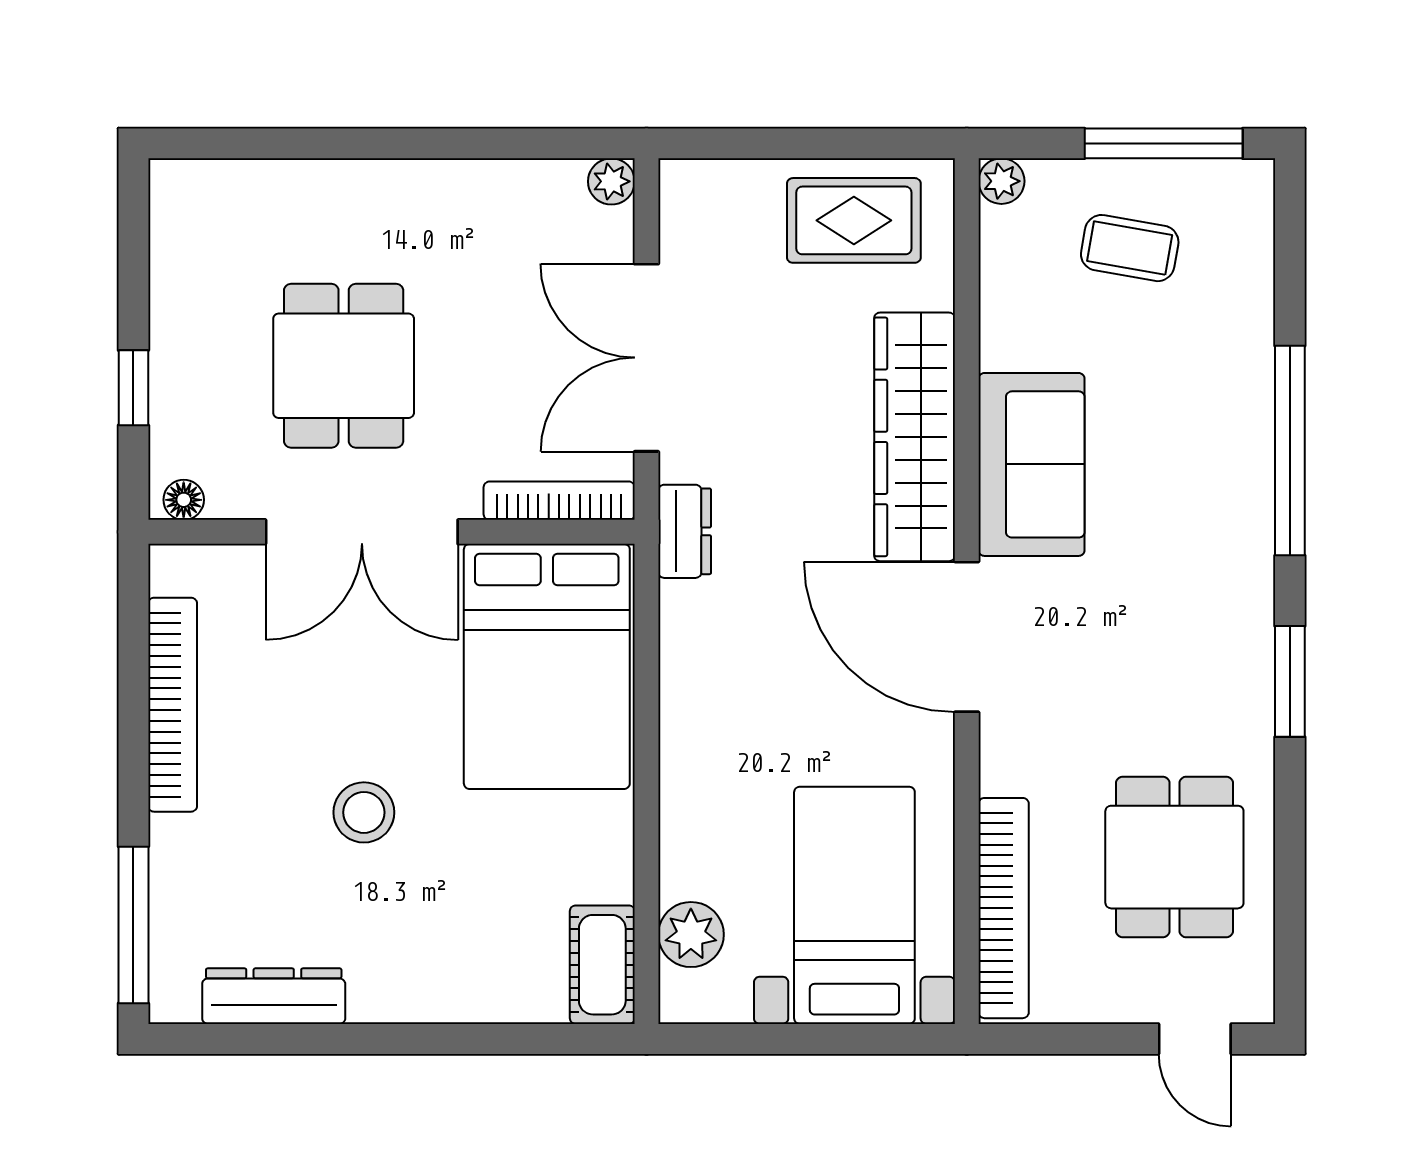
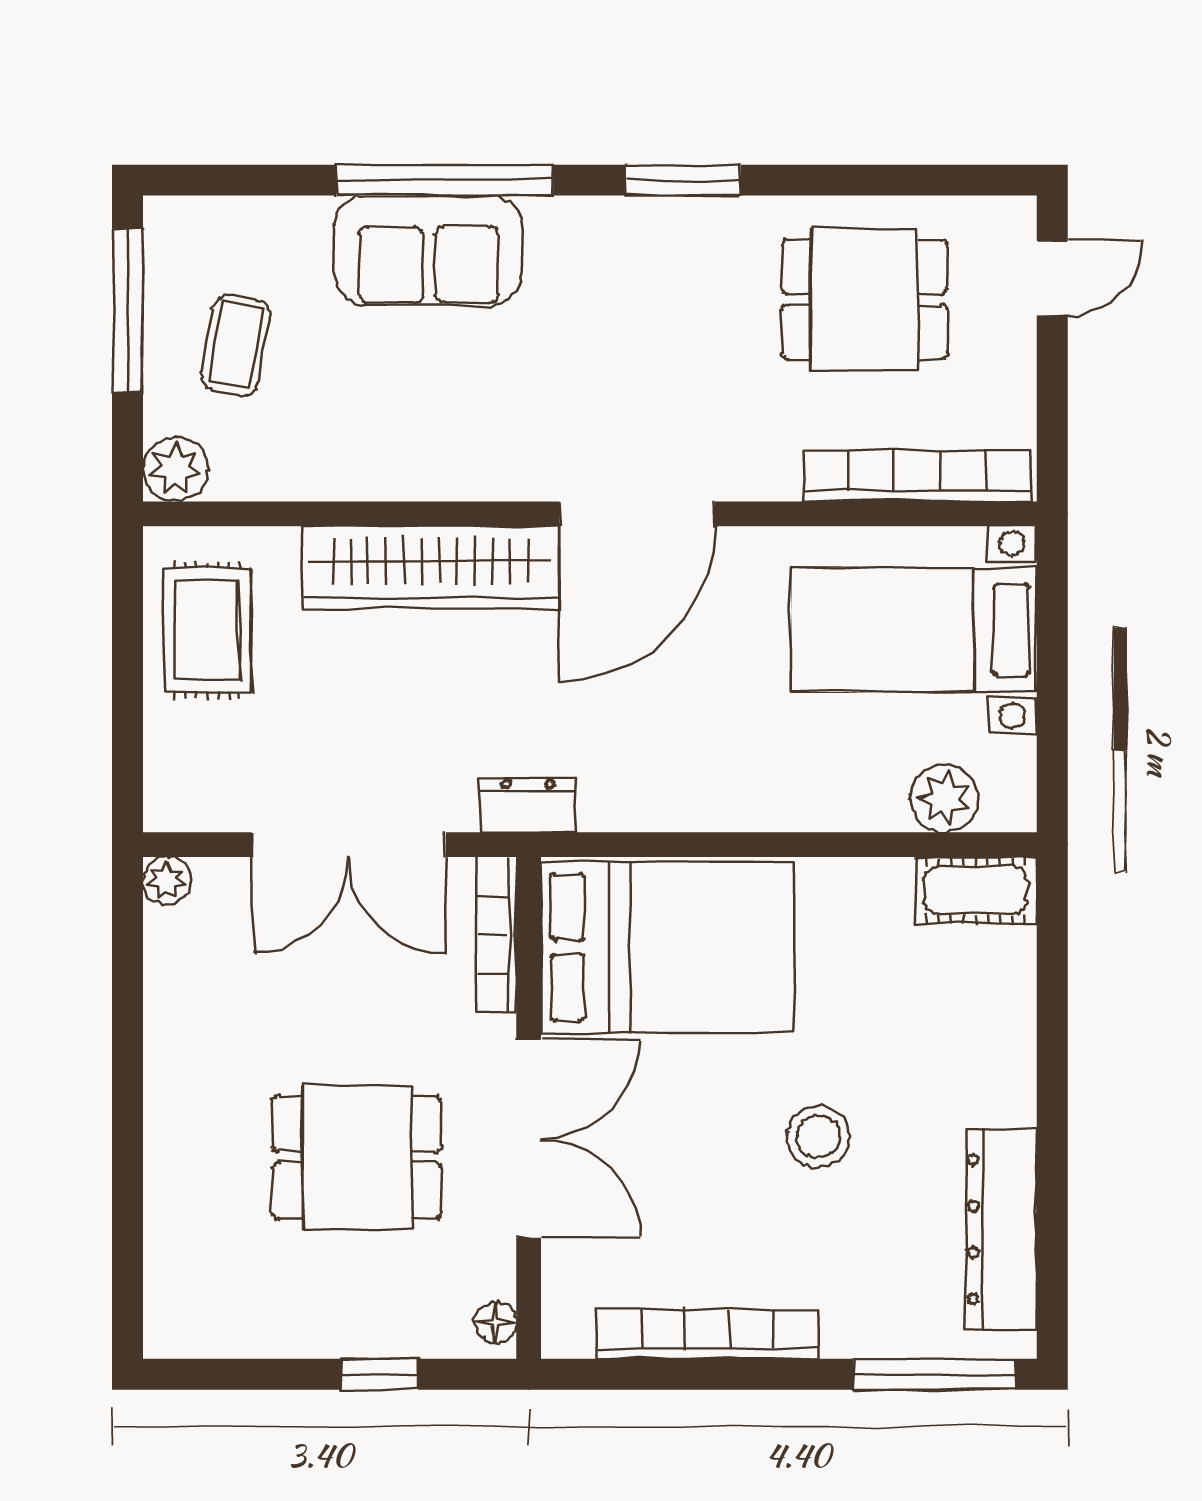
plant: (1001, 181) -> (175, 469), width x1.38, depth x1.38
sofa: (1032, 464) -> (428, 250), moved, turned 180
dresser: (274, 996) -> (1001, 1229), width x1.37, depth x1.24

